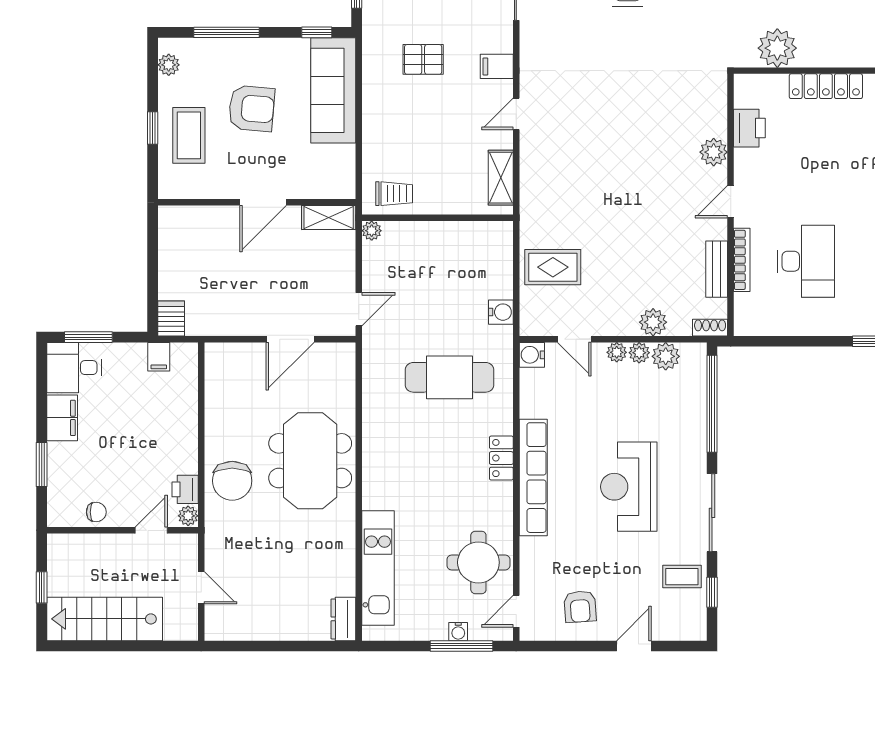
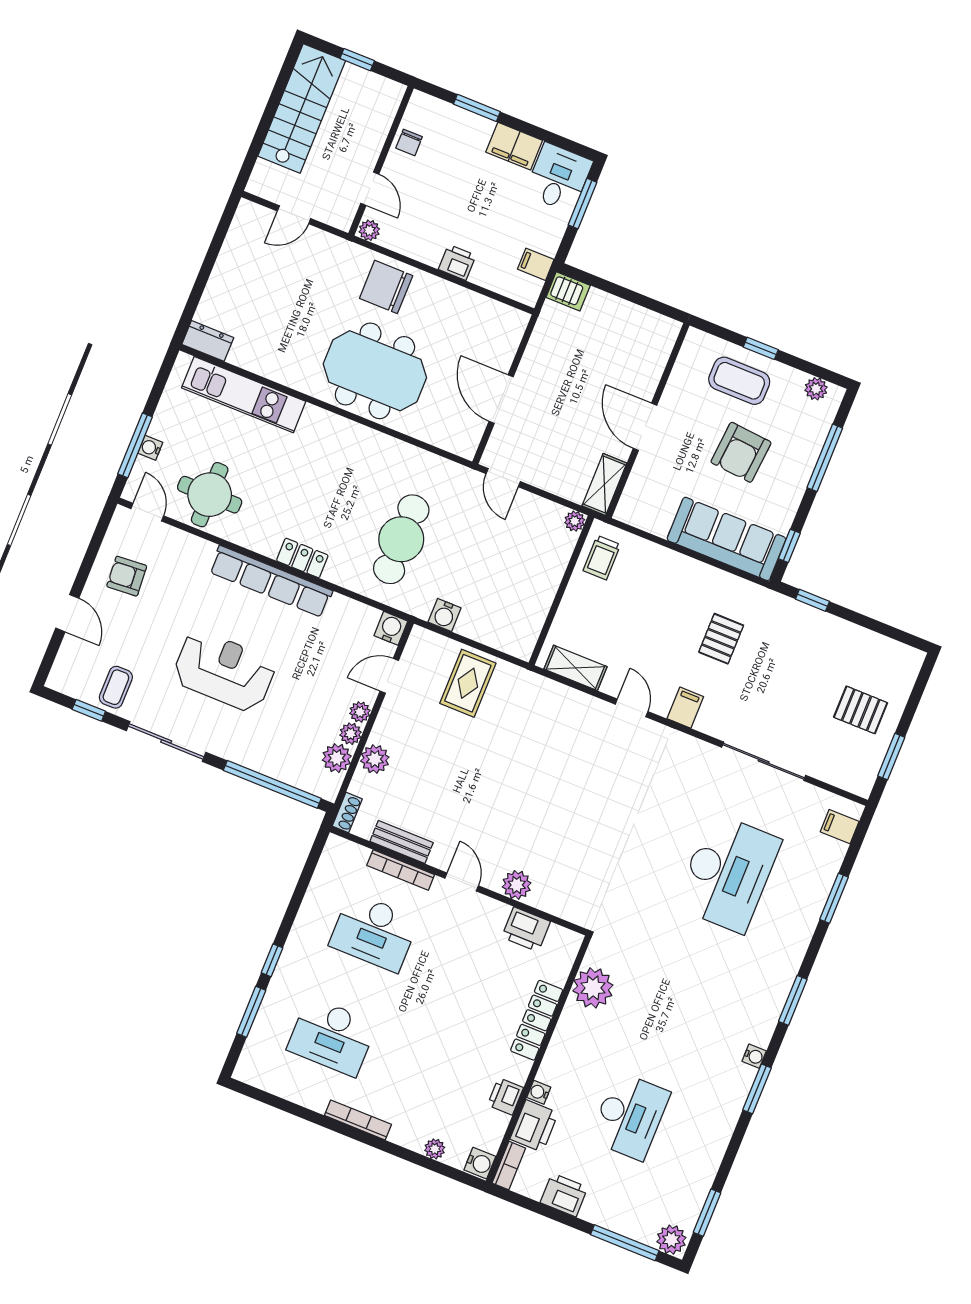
printer: (185, 489) -> (457, 262), moved

